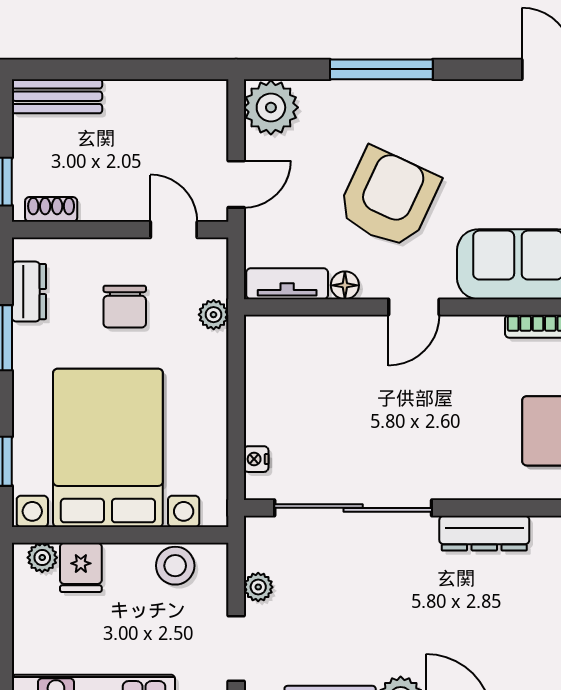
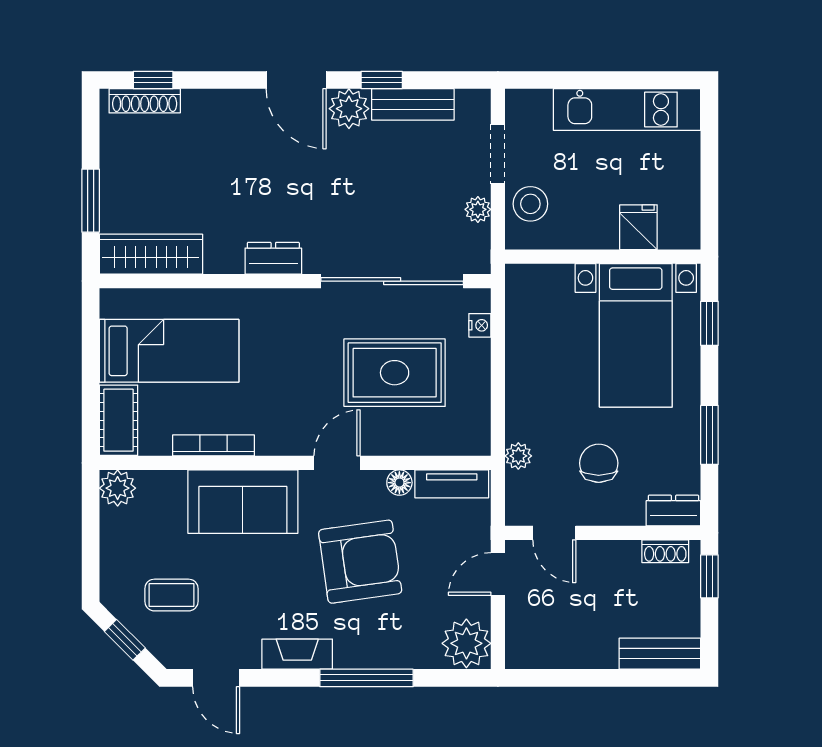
fireplace: (458, 96) -> (297, 654), added
armchair: (388, 198) -> (360, 562), turned -123
dresser: (29, 292) -> (673, 510), moved, turned 90
rug: (350, 407) -> (395, 373), added
bed with nightstands: (108, 448) -> (636, 335), width x0.73
dresser: (484, 533) -> (273, 258), width x0.70
plant: (42, 558) -> (673, 236), removed
stool: (175, 566) -> (530, 204), moved

